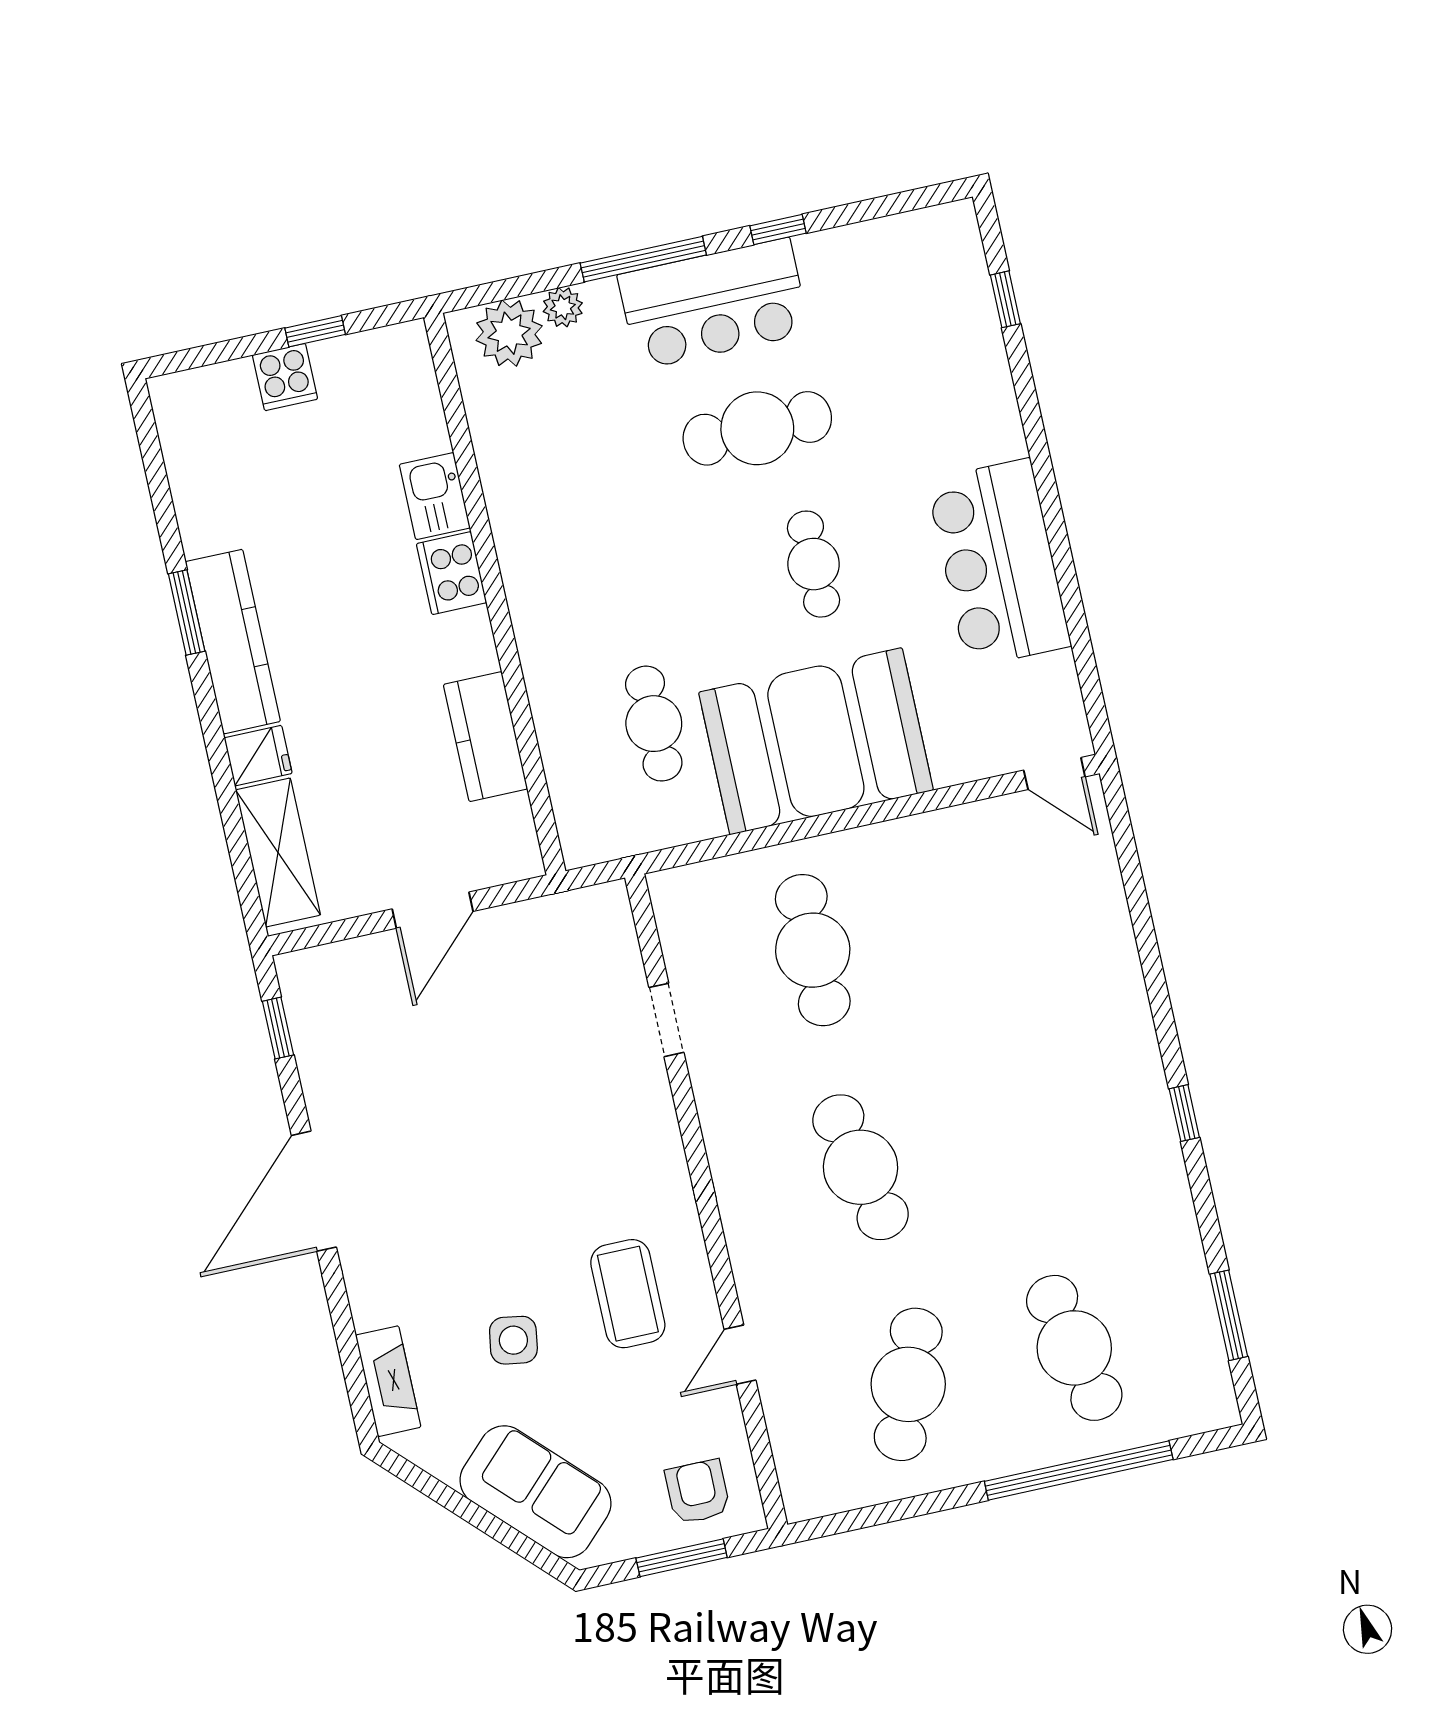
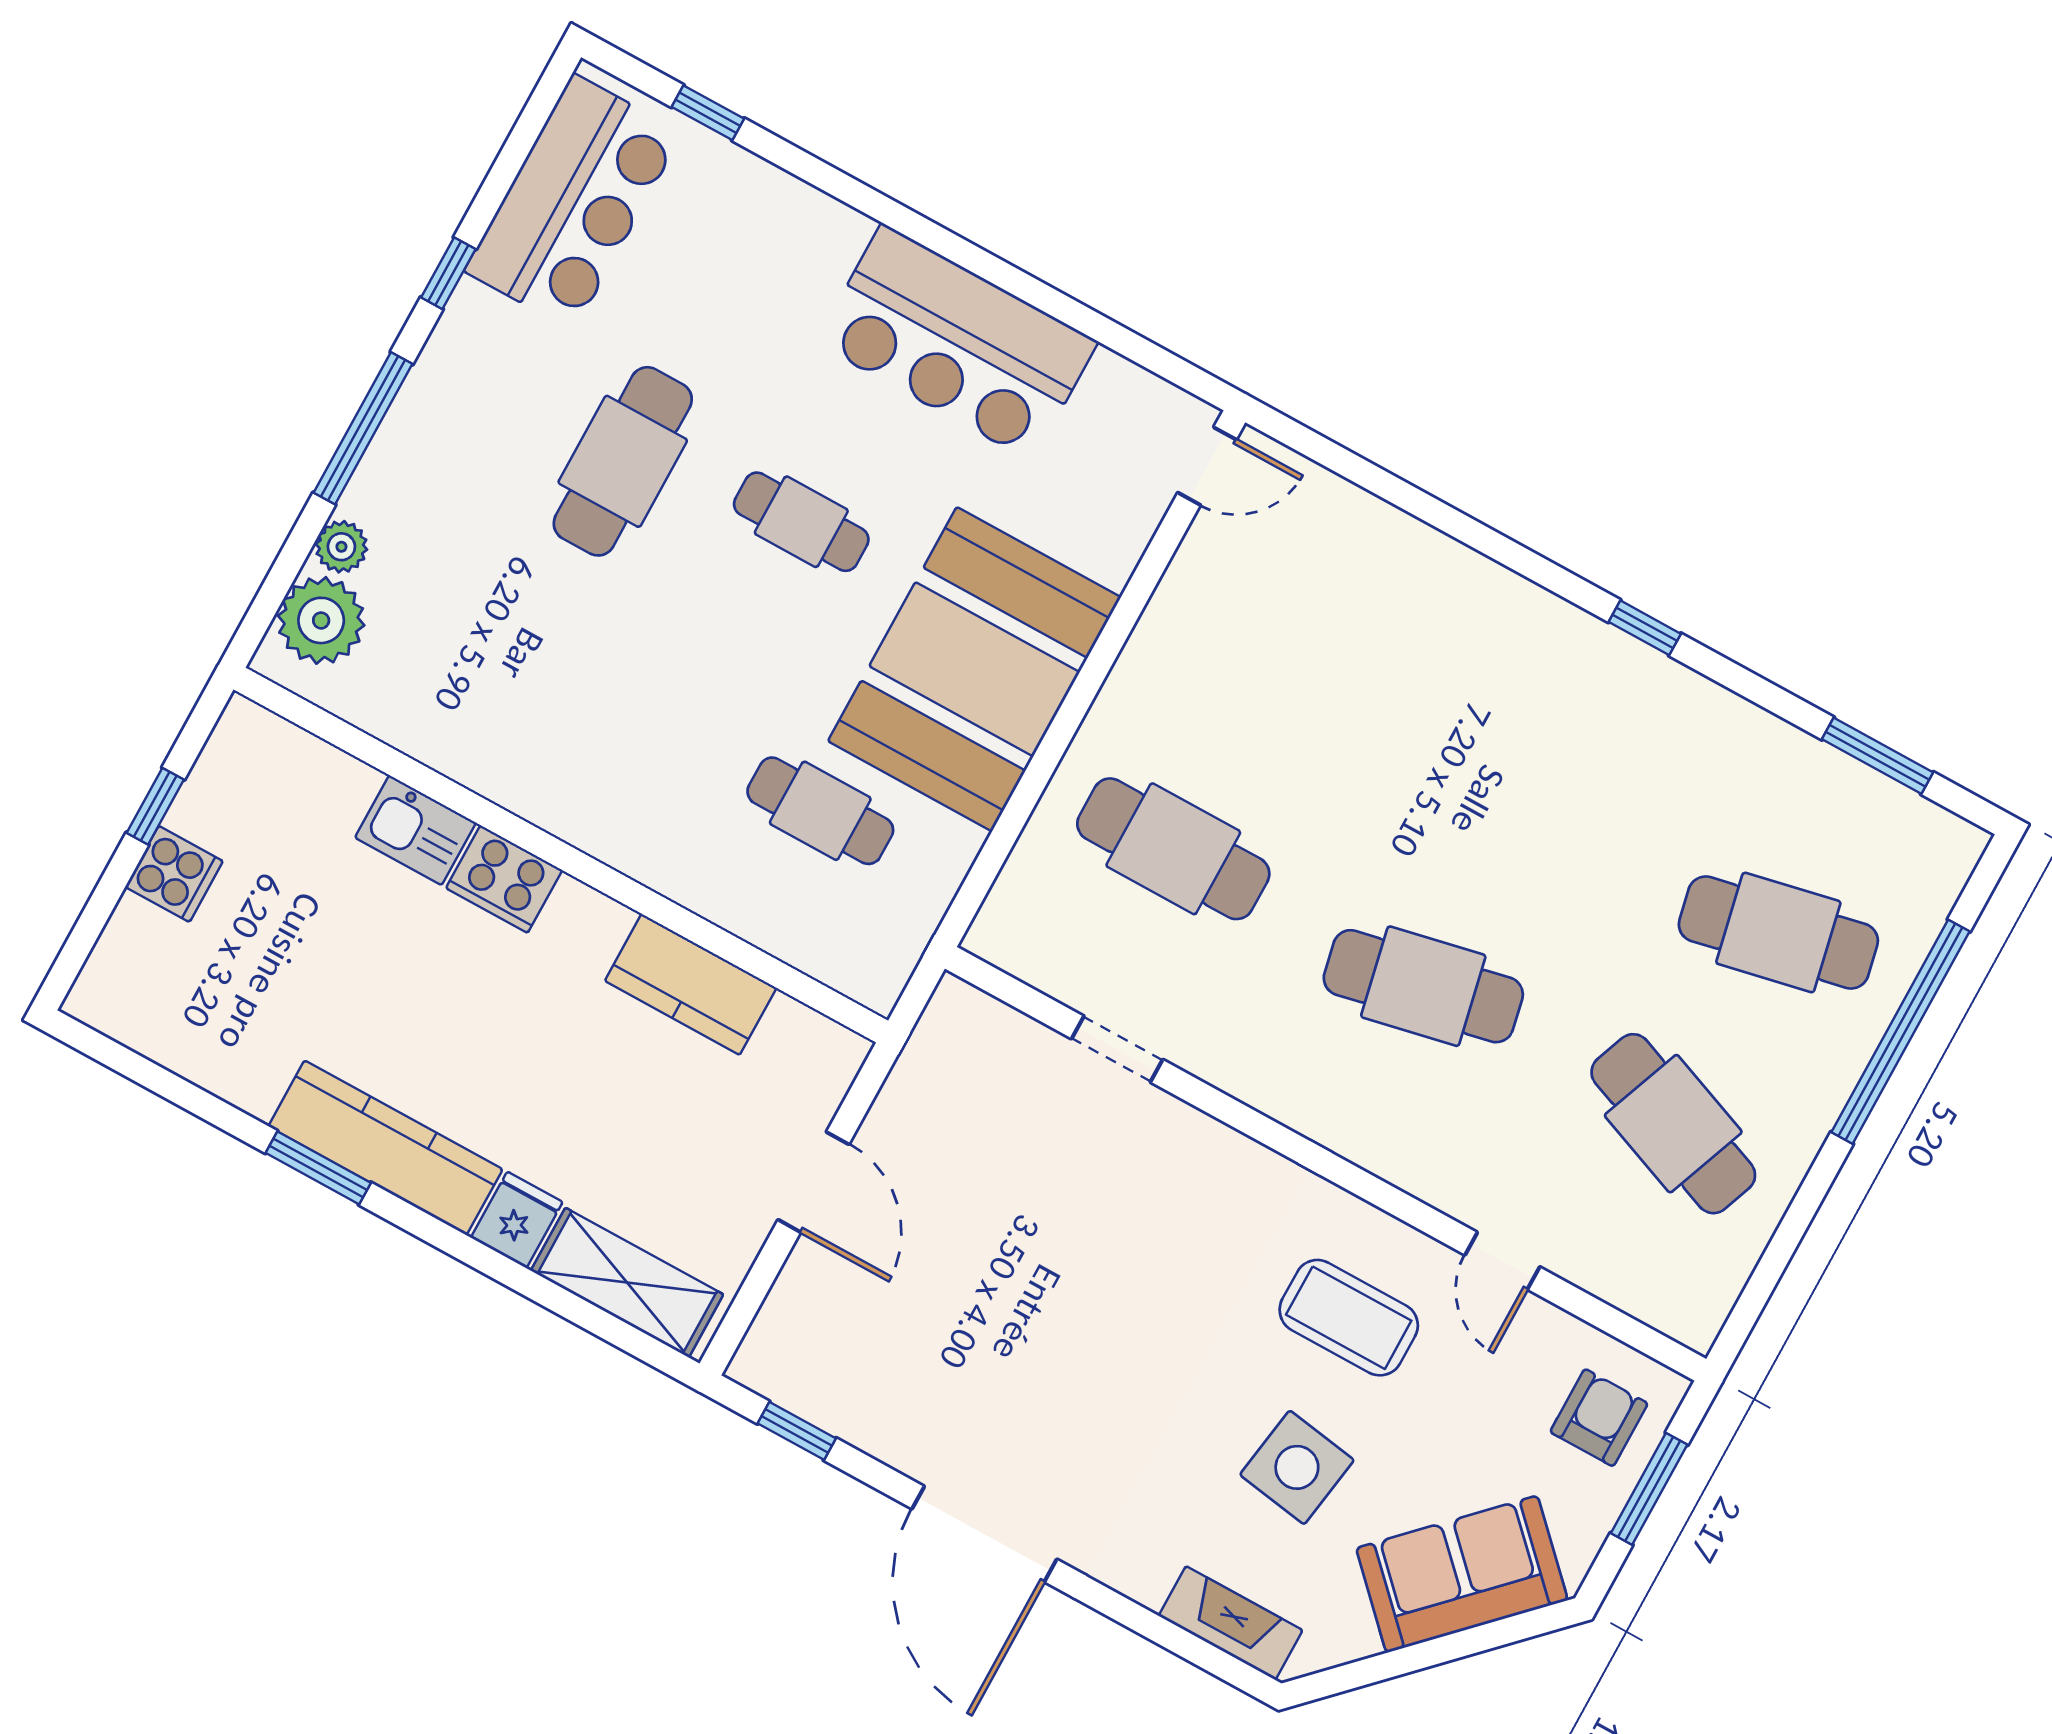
bar counter: (714, 304) -> (573, 202), moved
side table: (513, 1340) -> (1297, 1467), width x1.37, depth x1.37
armchair: (698, 1492) -> (1599, 1418), turned 90

